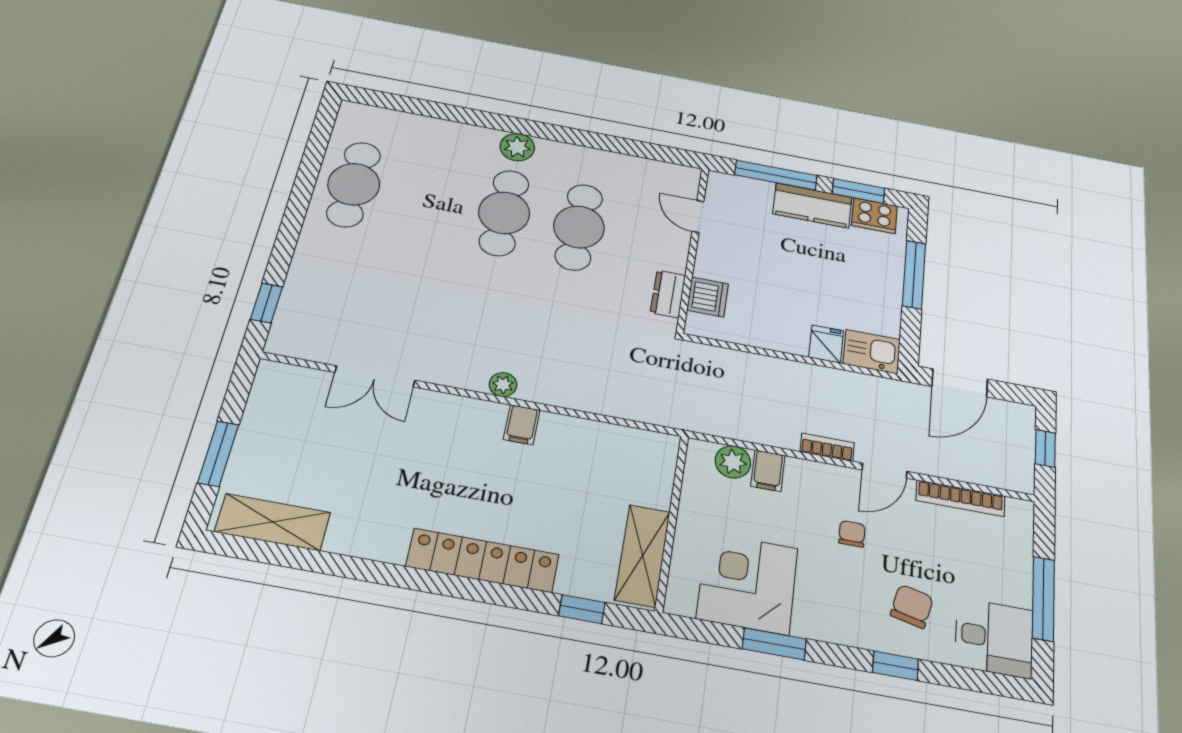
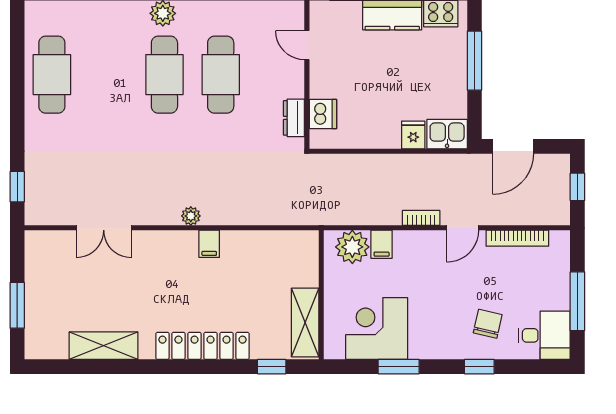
plant: (733, 462) -> (352, 247), width x1.36, depth x1.36
shelving: (273, 522) -> (104, 346), moved
chair: (852, 534) -> (444, 280), removed

